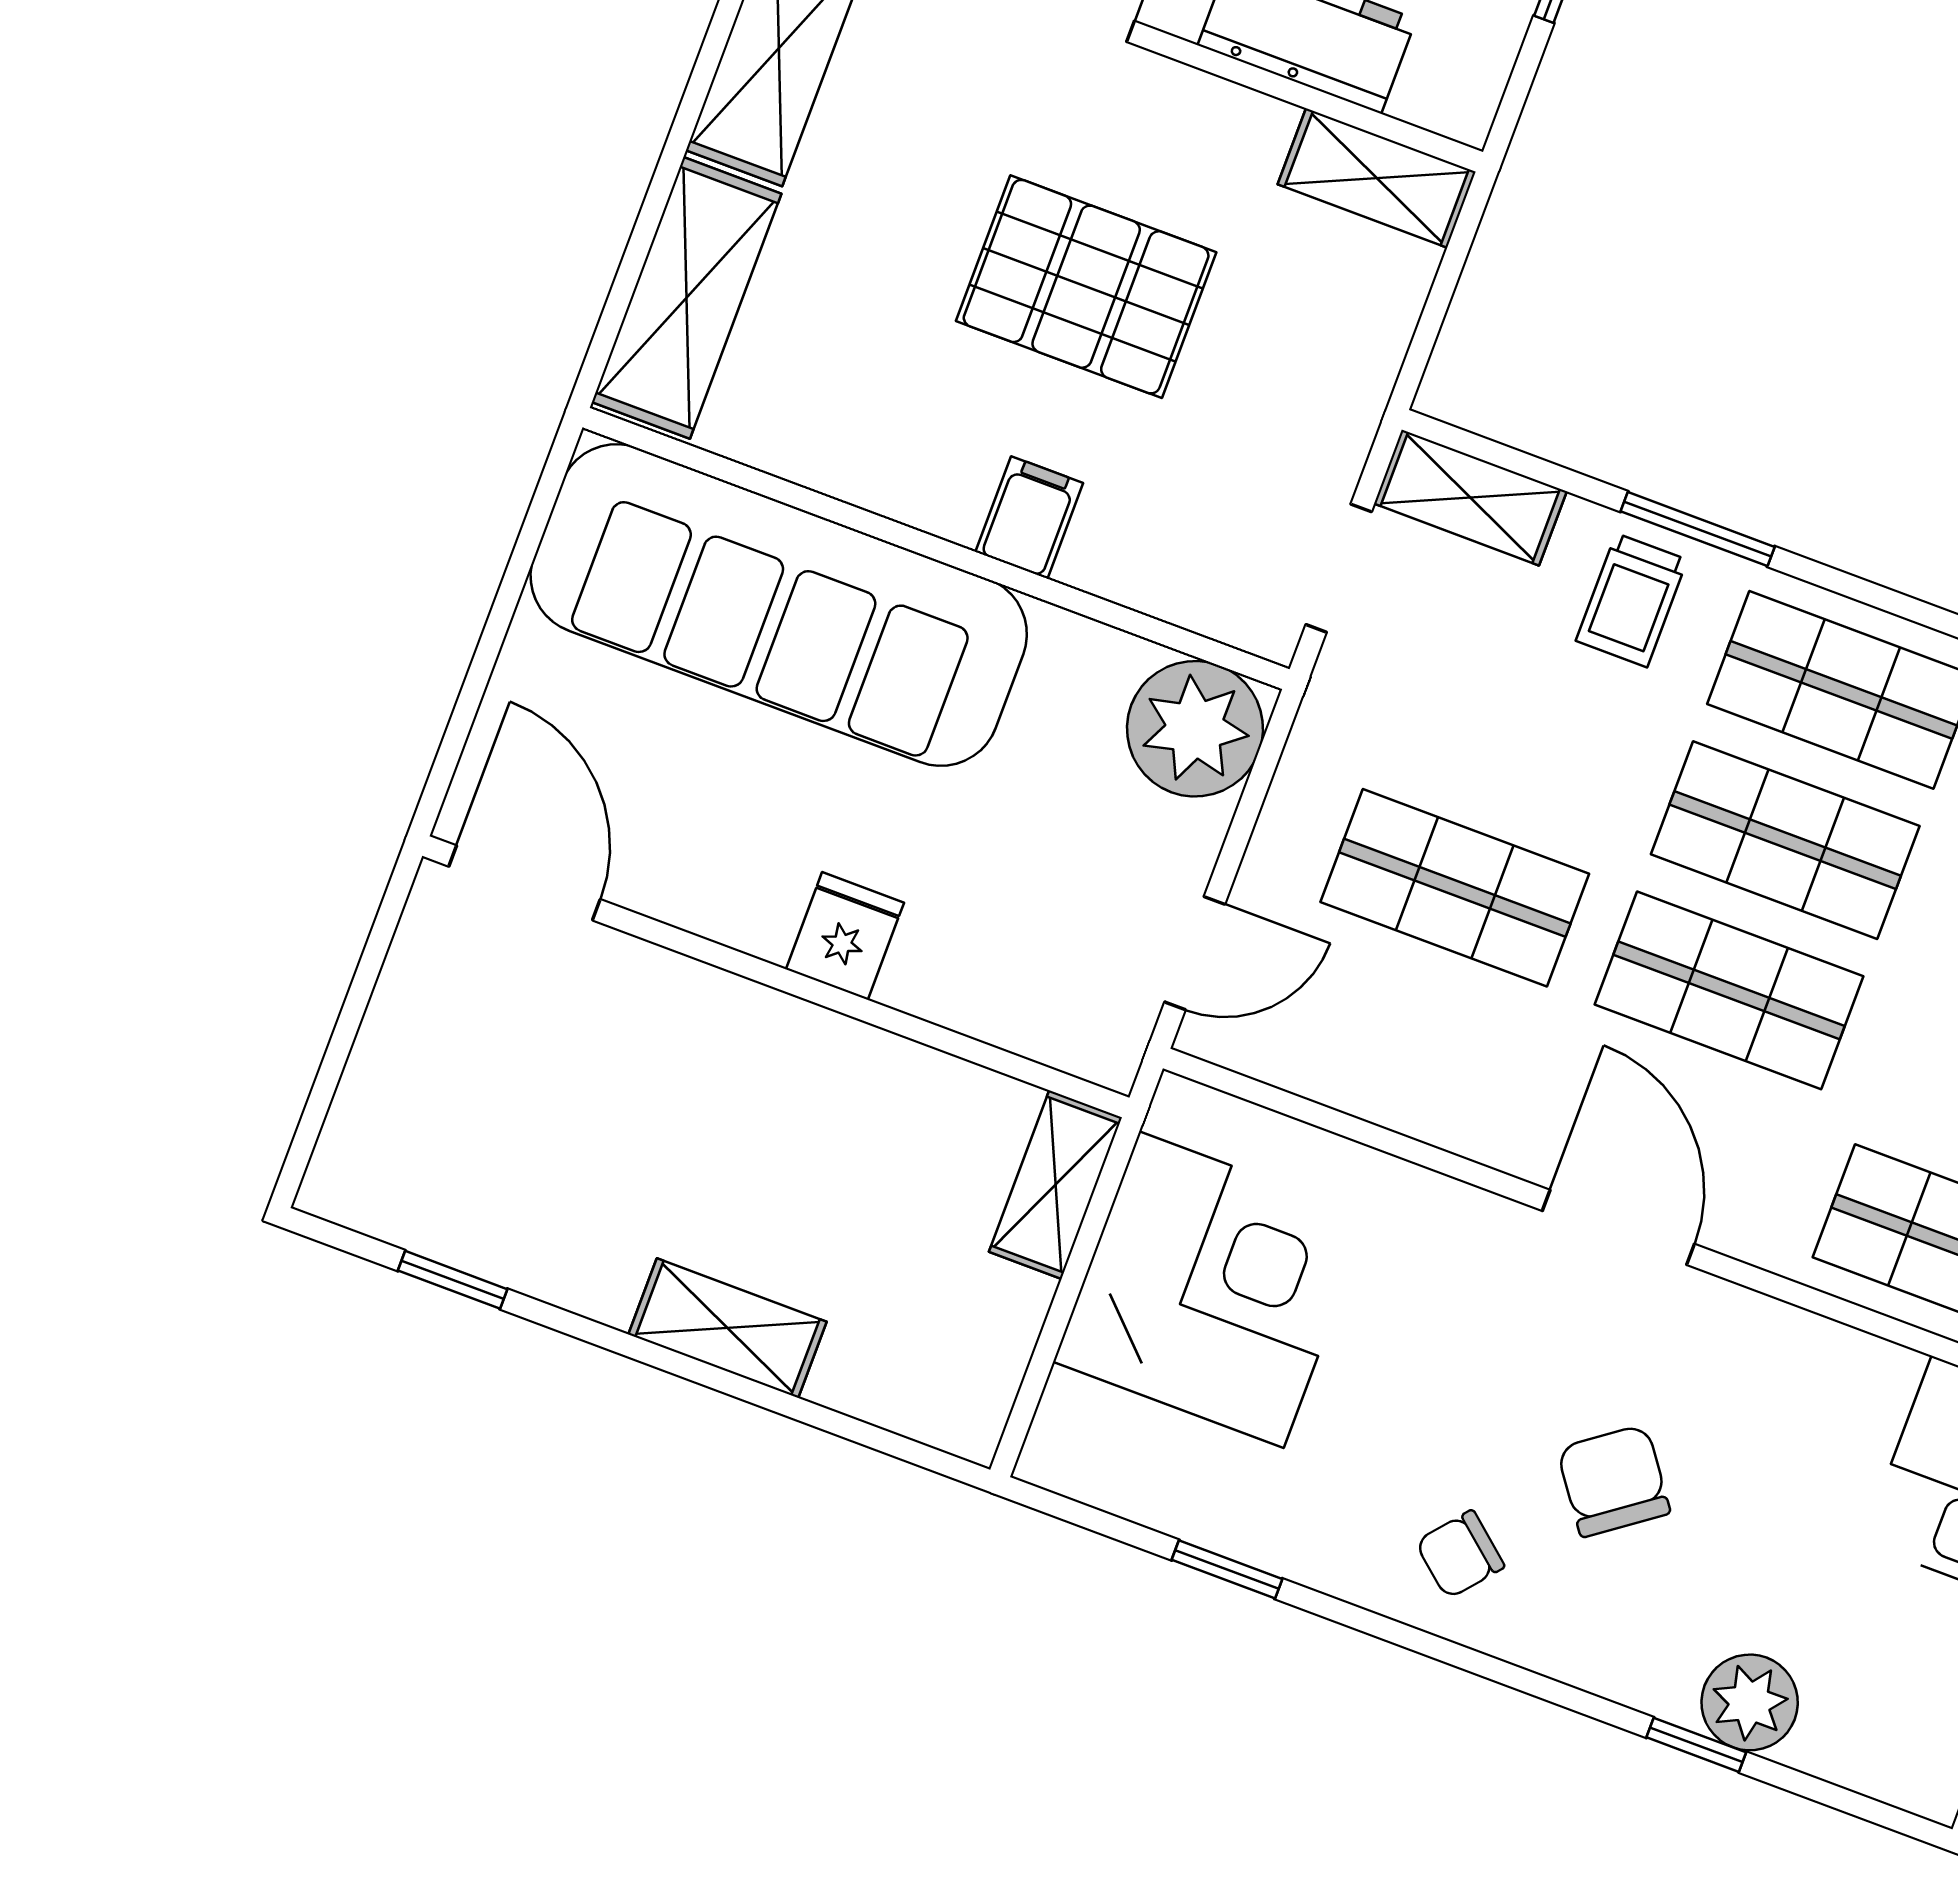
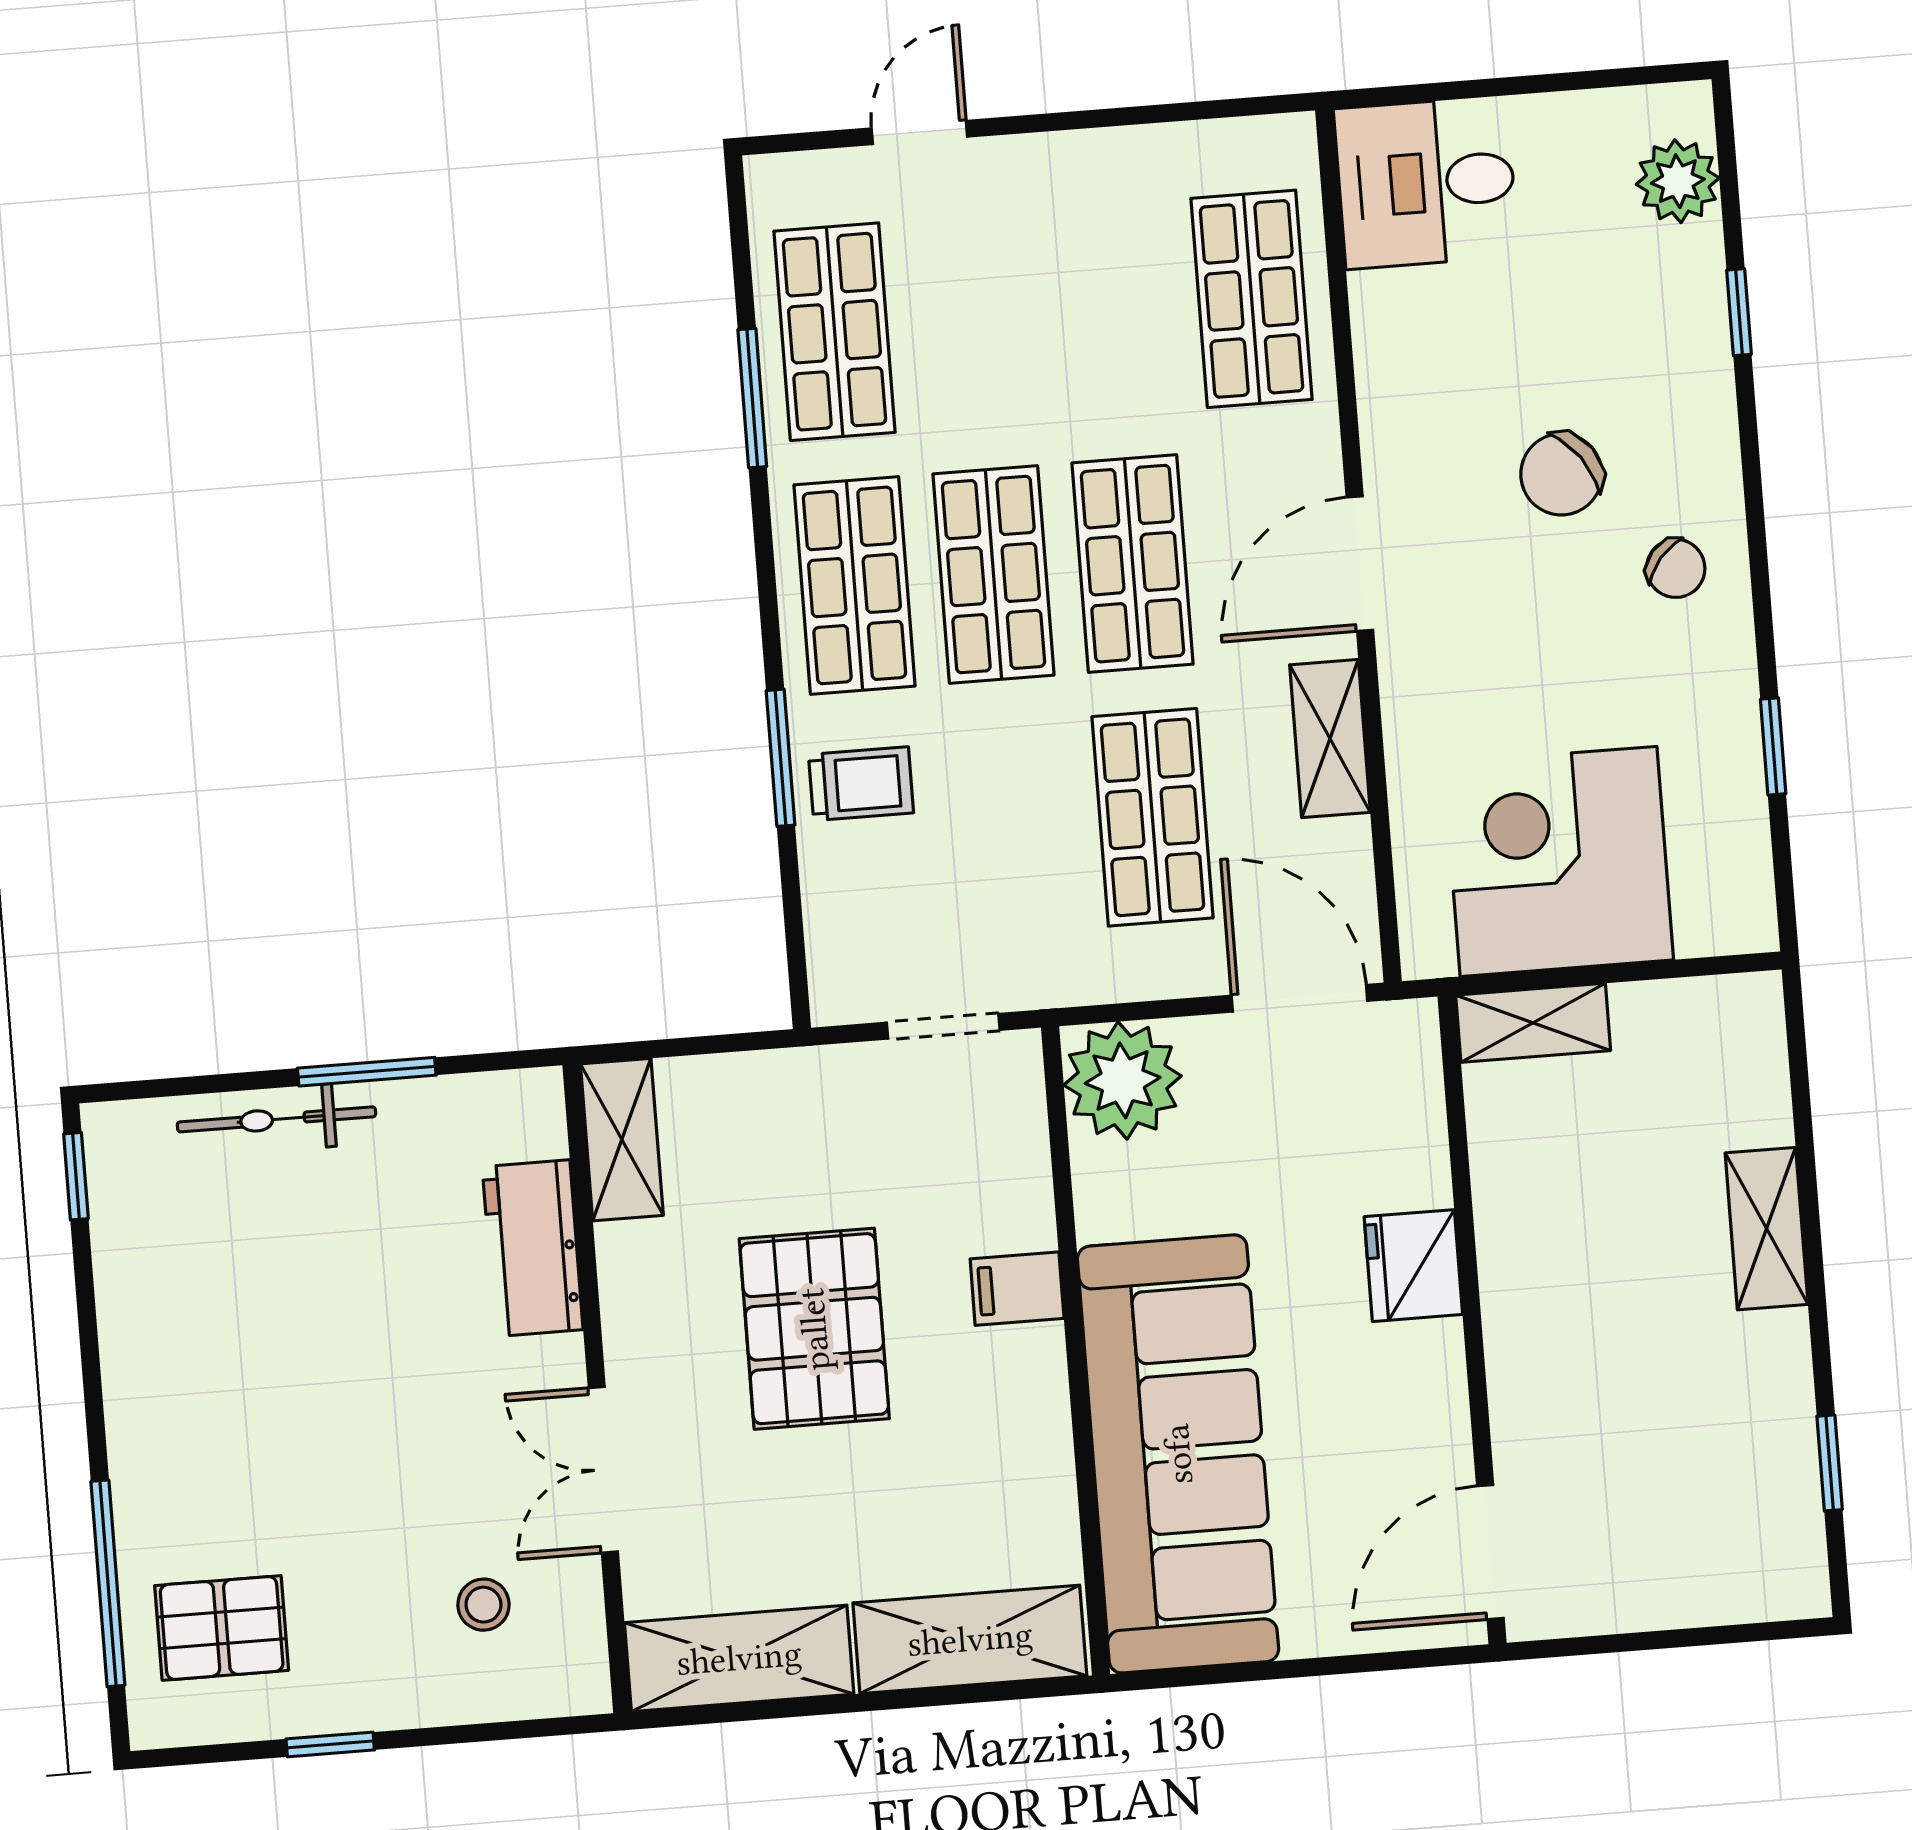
shelving: (1470, 497) -> (1330, 739), moved
fridge: (845, 936) -> (1413, 1266), width x1.38
door: (1195, 953) -> (1299, 998), width x1.38
plant: (1750, 1702) -> (1678, 181), moved

